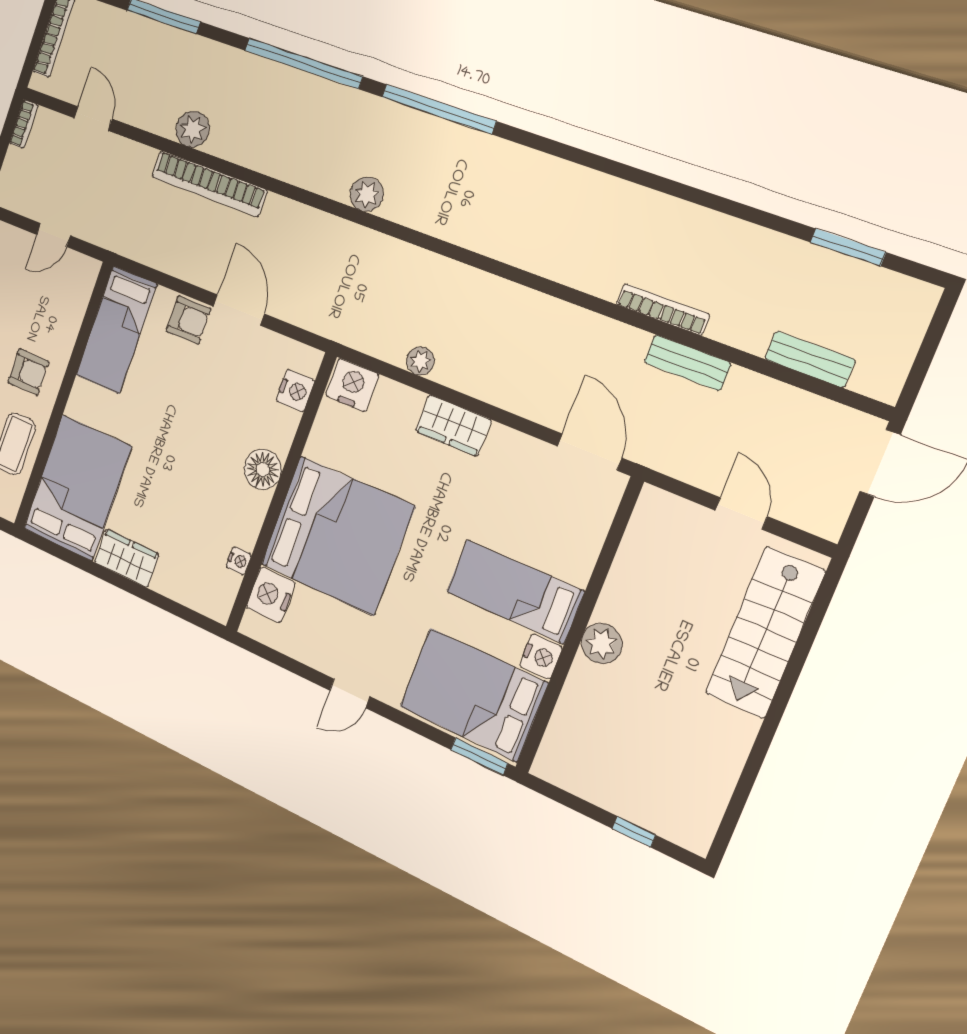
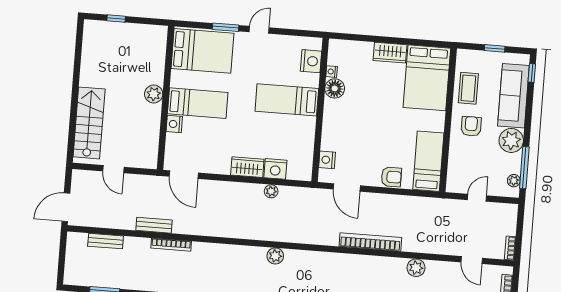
bookcase: (209, 183) -> (370, 242), moved
plant: (367, 194) -> (275, 256), moved
door: (239, 310) -> (347, 187), moved
armchair: (188, 320) -> (391, 177), turned 180
armchair: (28, 372) -> (471, 126), turned 90
nightstand: (352, 385) -> (275, 169), moved
floor lamp: (263, 469) -> (335, 88), moved
bed: (337, 535) -> (287, 100), width x0.49
nightstand: (541, 657) -> (174, 124), moved
window: (479, 756) -> (226, 27), moved

